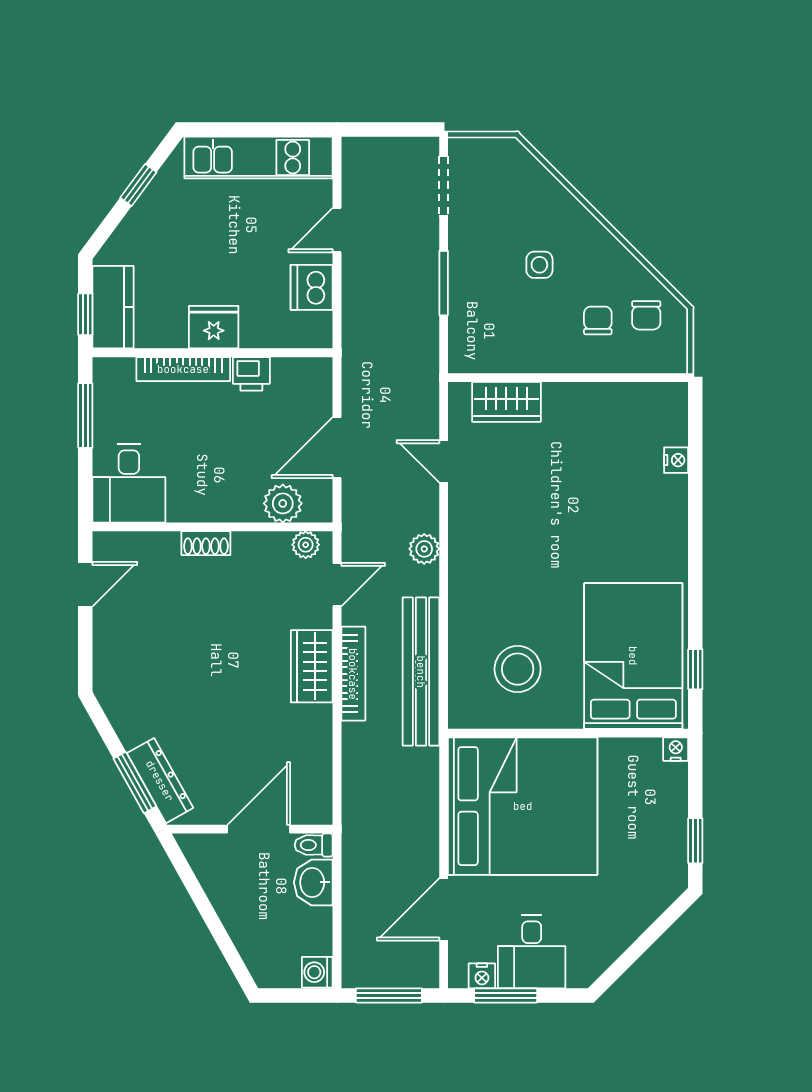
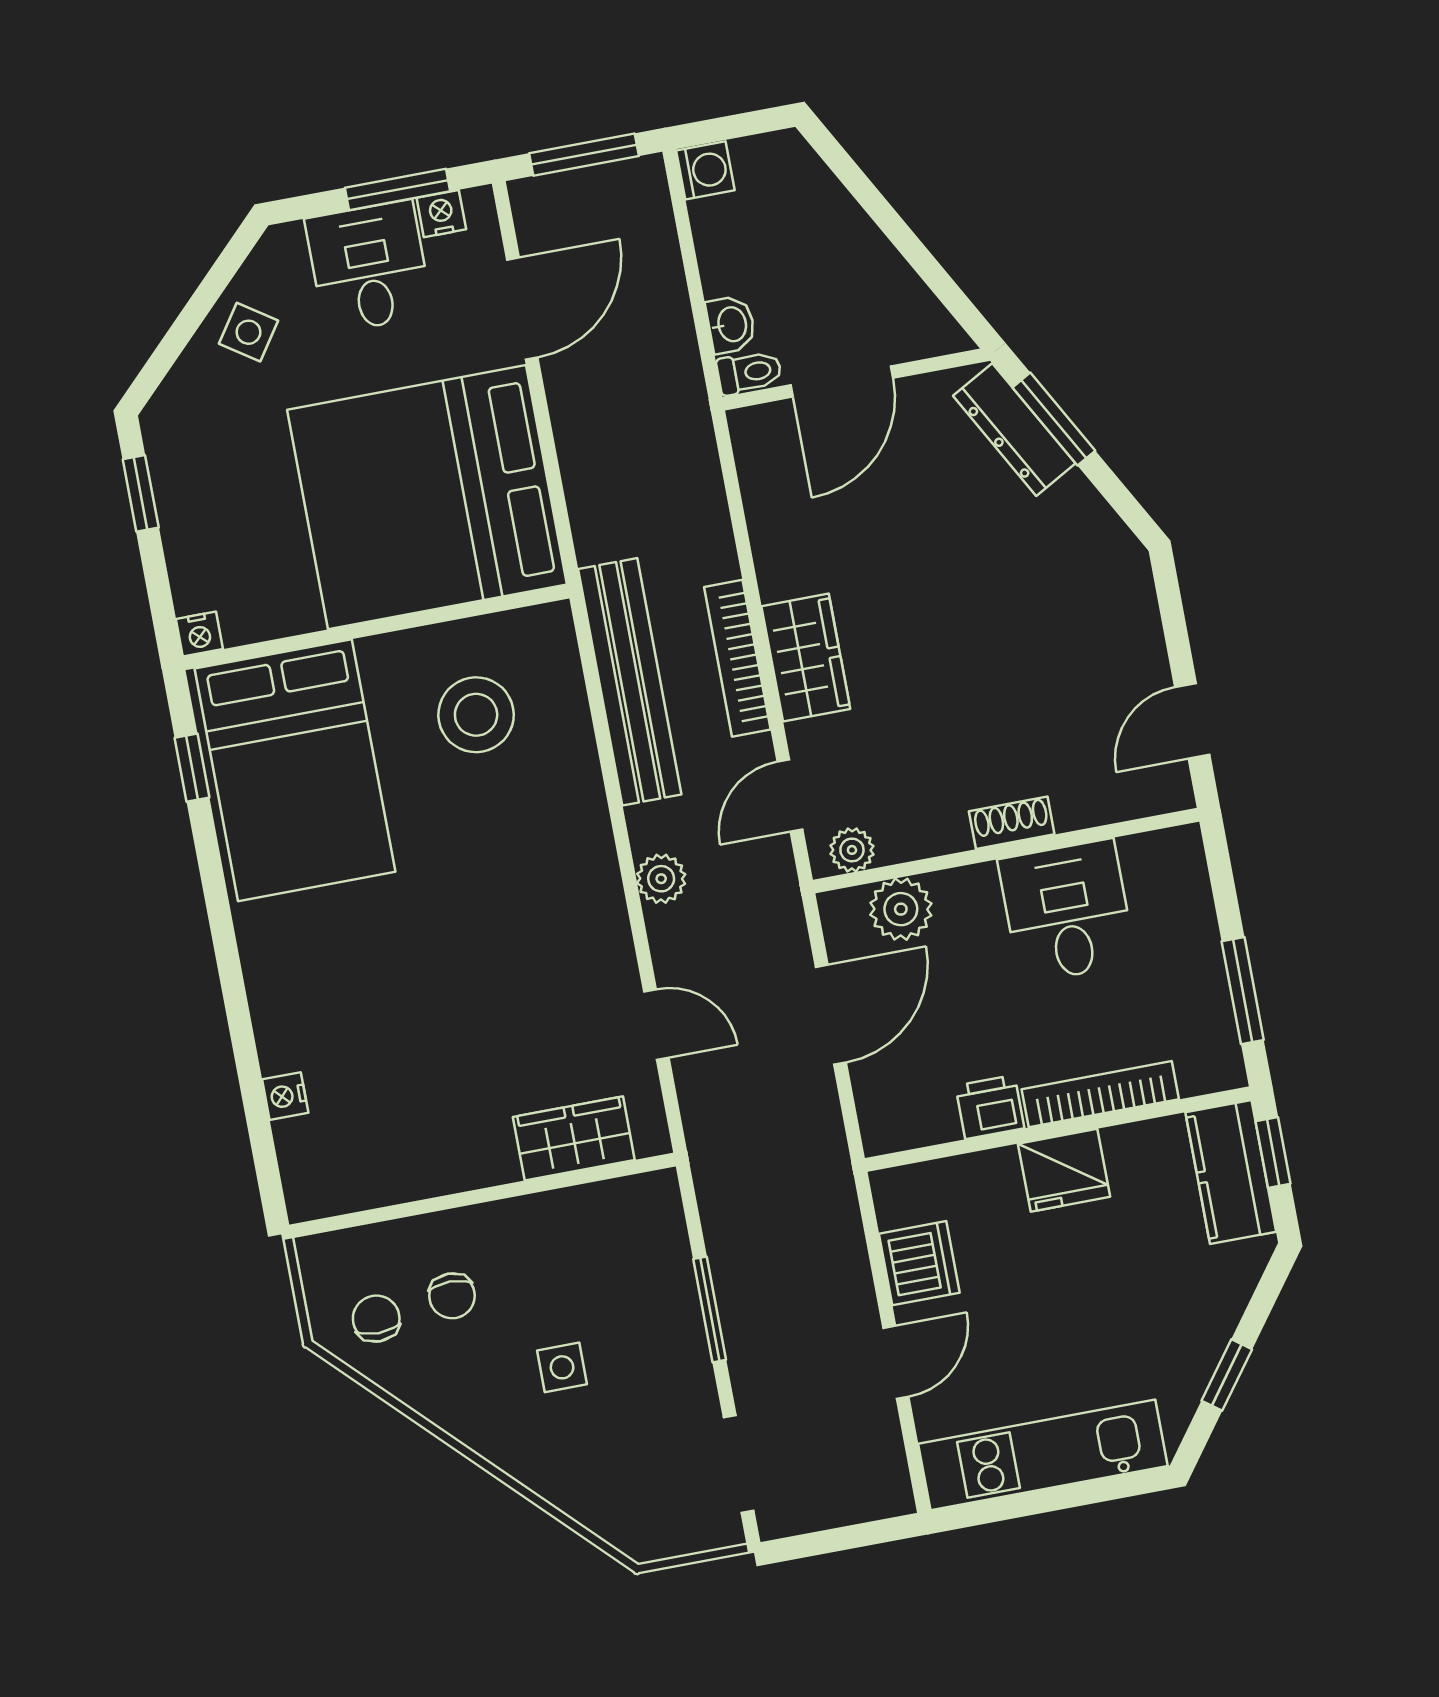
desk: (129, 483) -> (1067, 911), moved
washbasin: (313, 882) -> (731, 324), width x0.72, depth x0.69
side table: (612, 926) -> (248, 332), added

